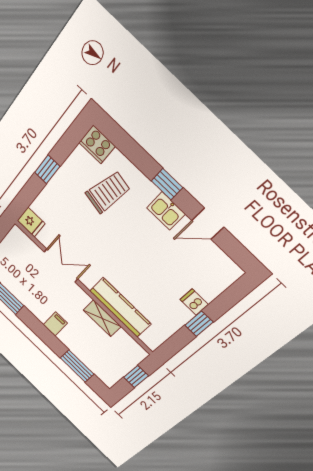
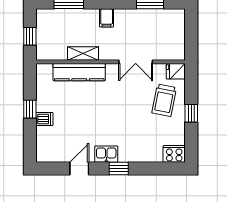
trolley: (108, 192) -> (164, 100), moved

